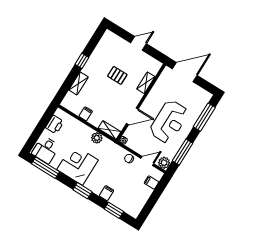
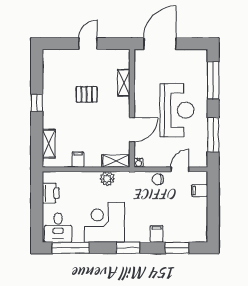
shelving: (79, 83) -> (49, 144), moved
plant: (164, 163) -> (200, 160), removed

